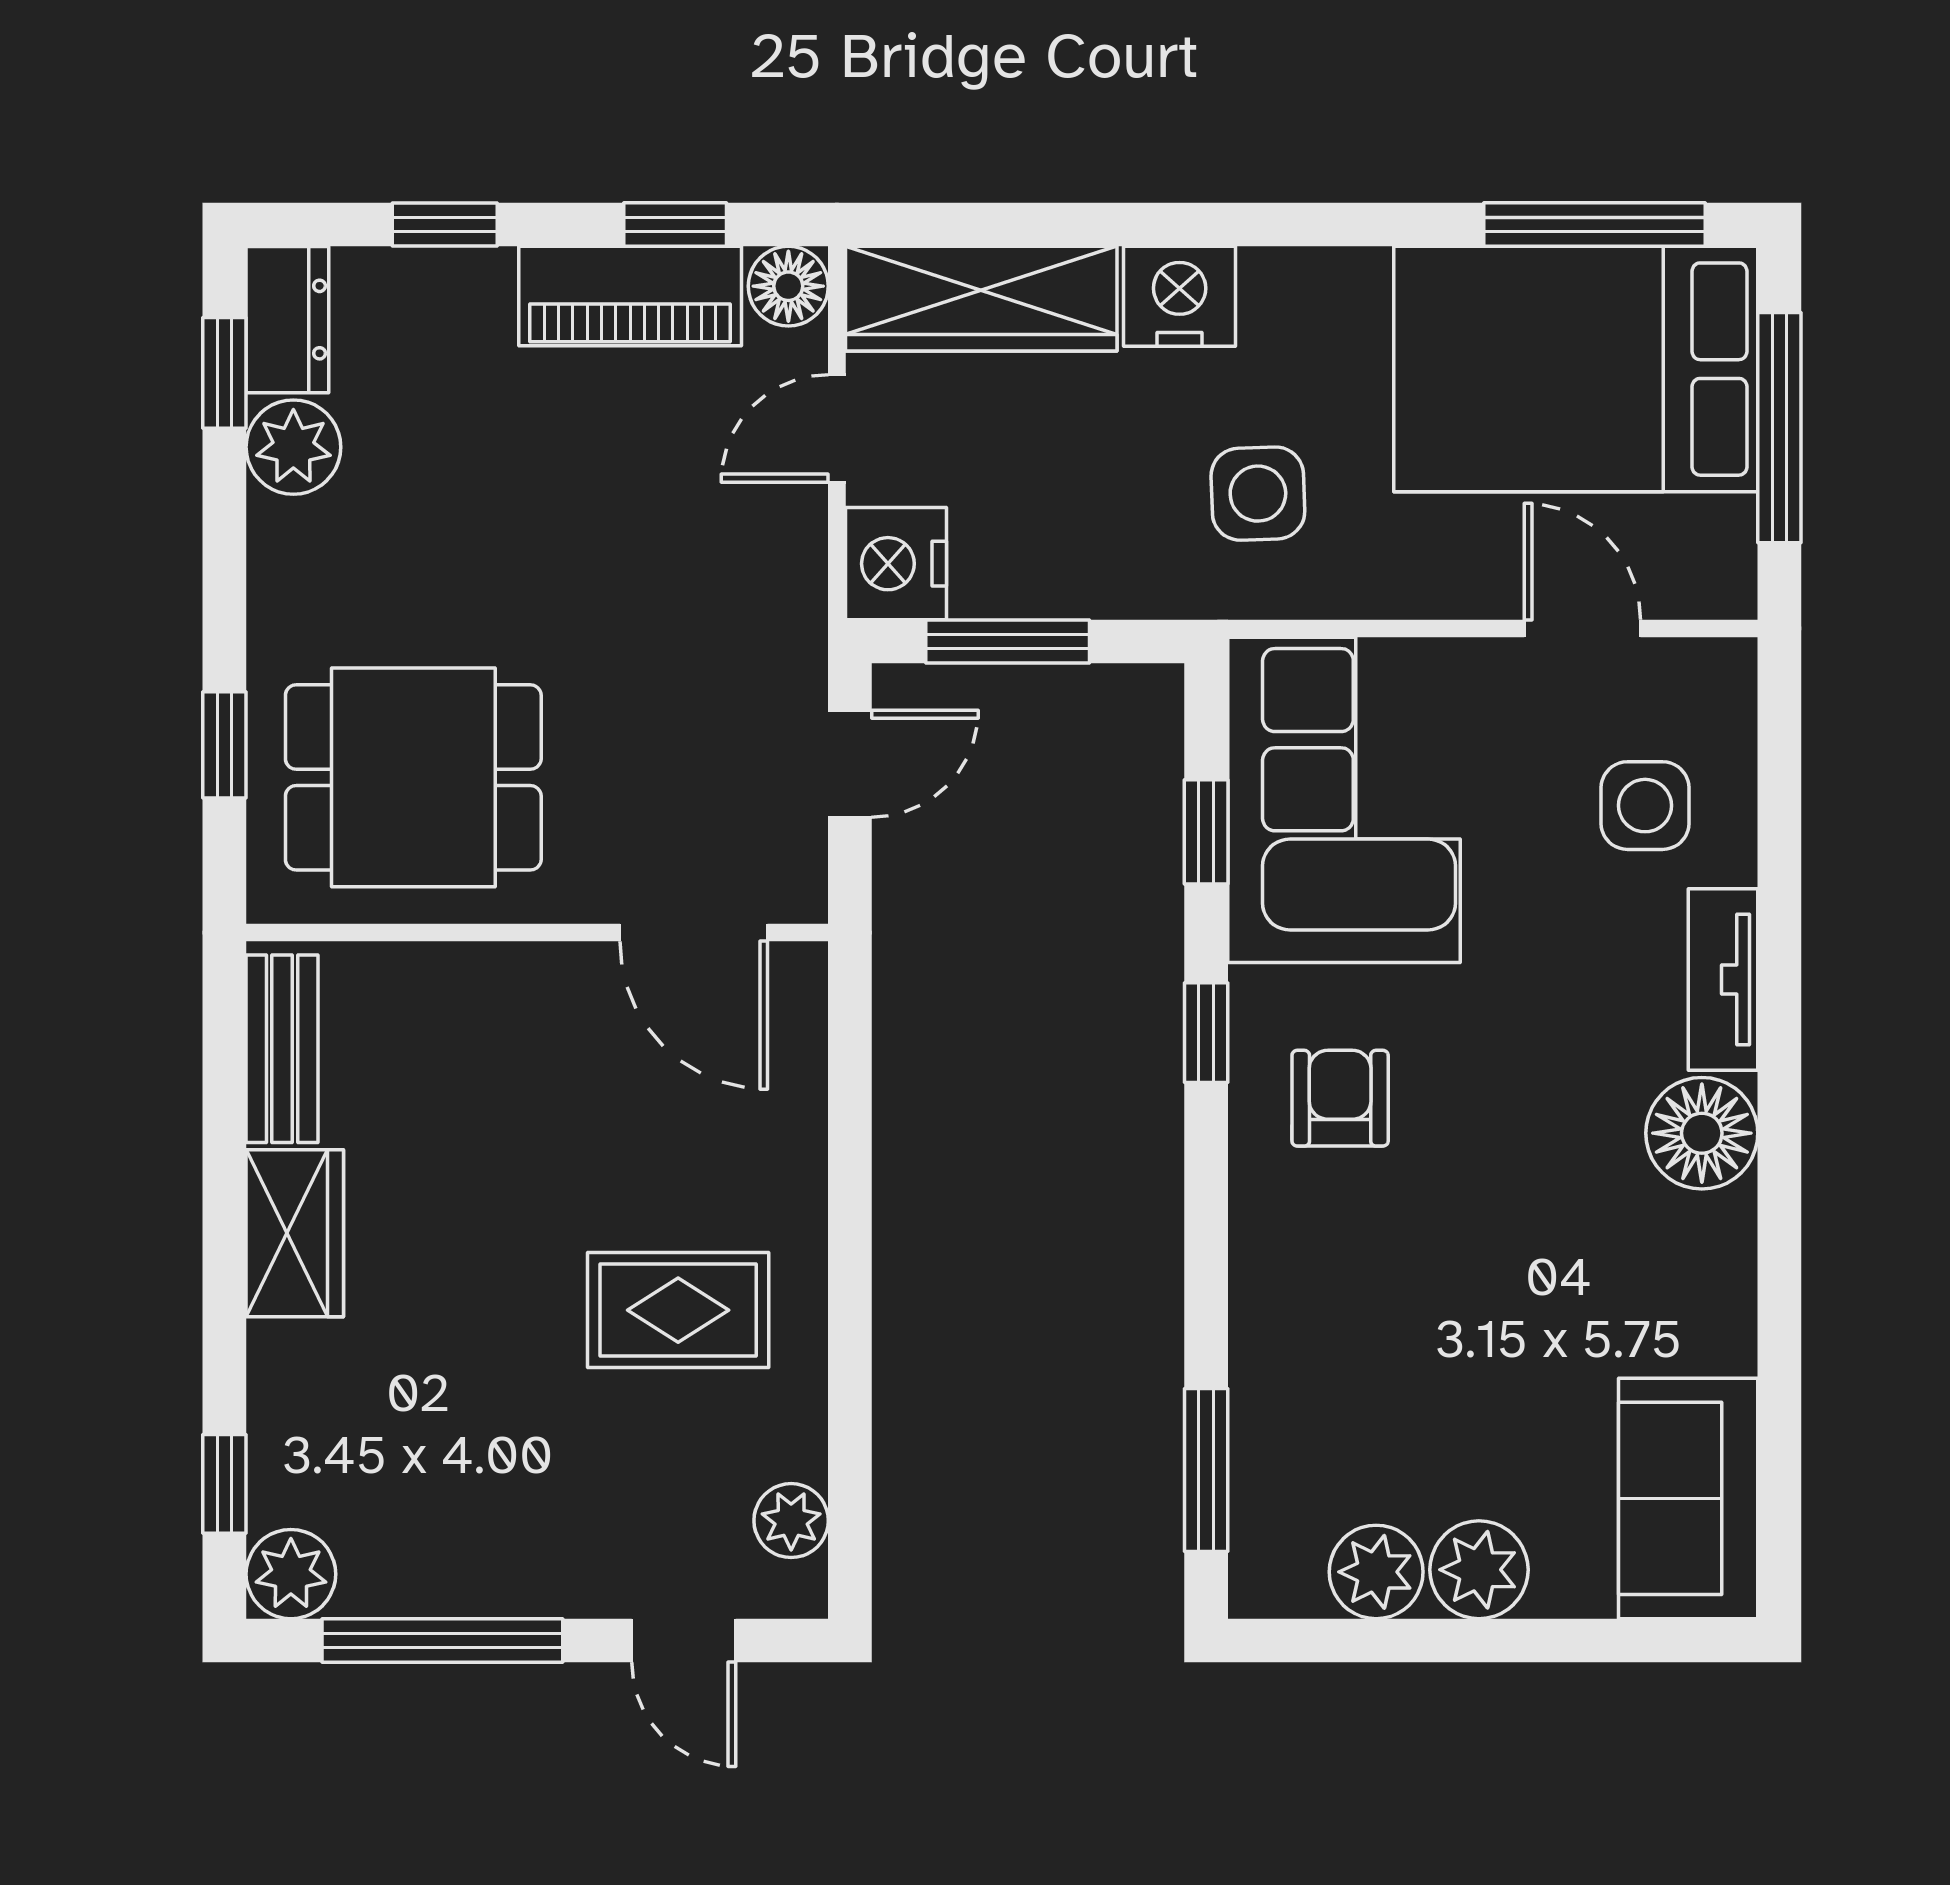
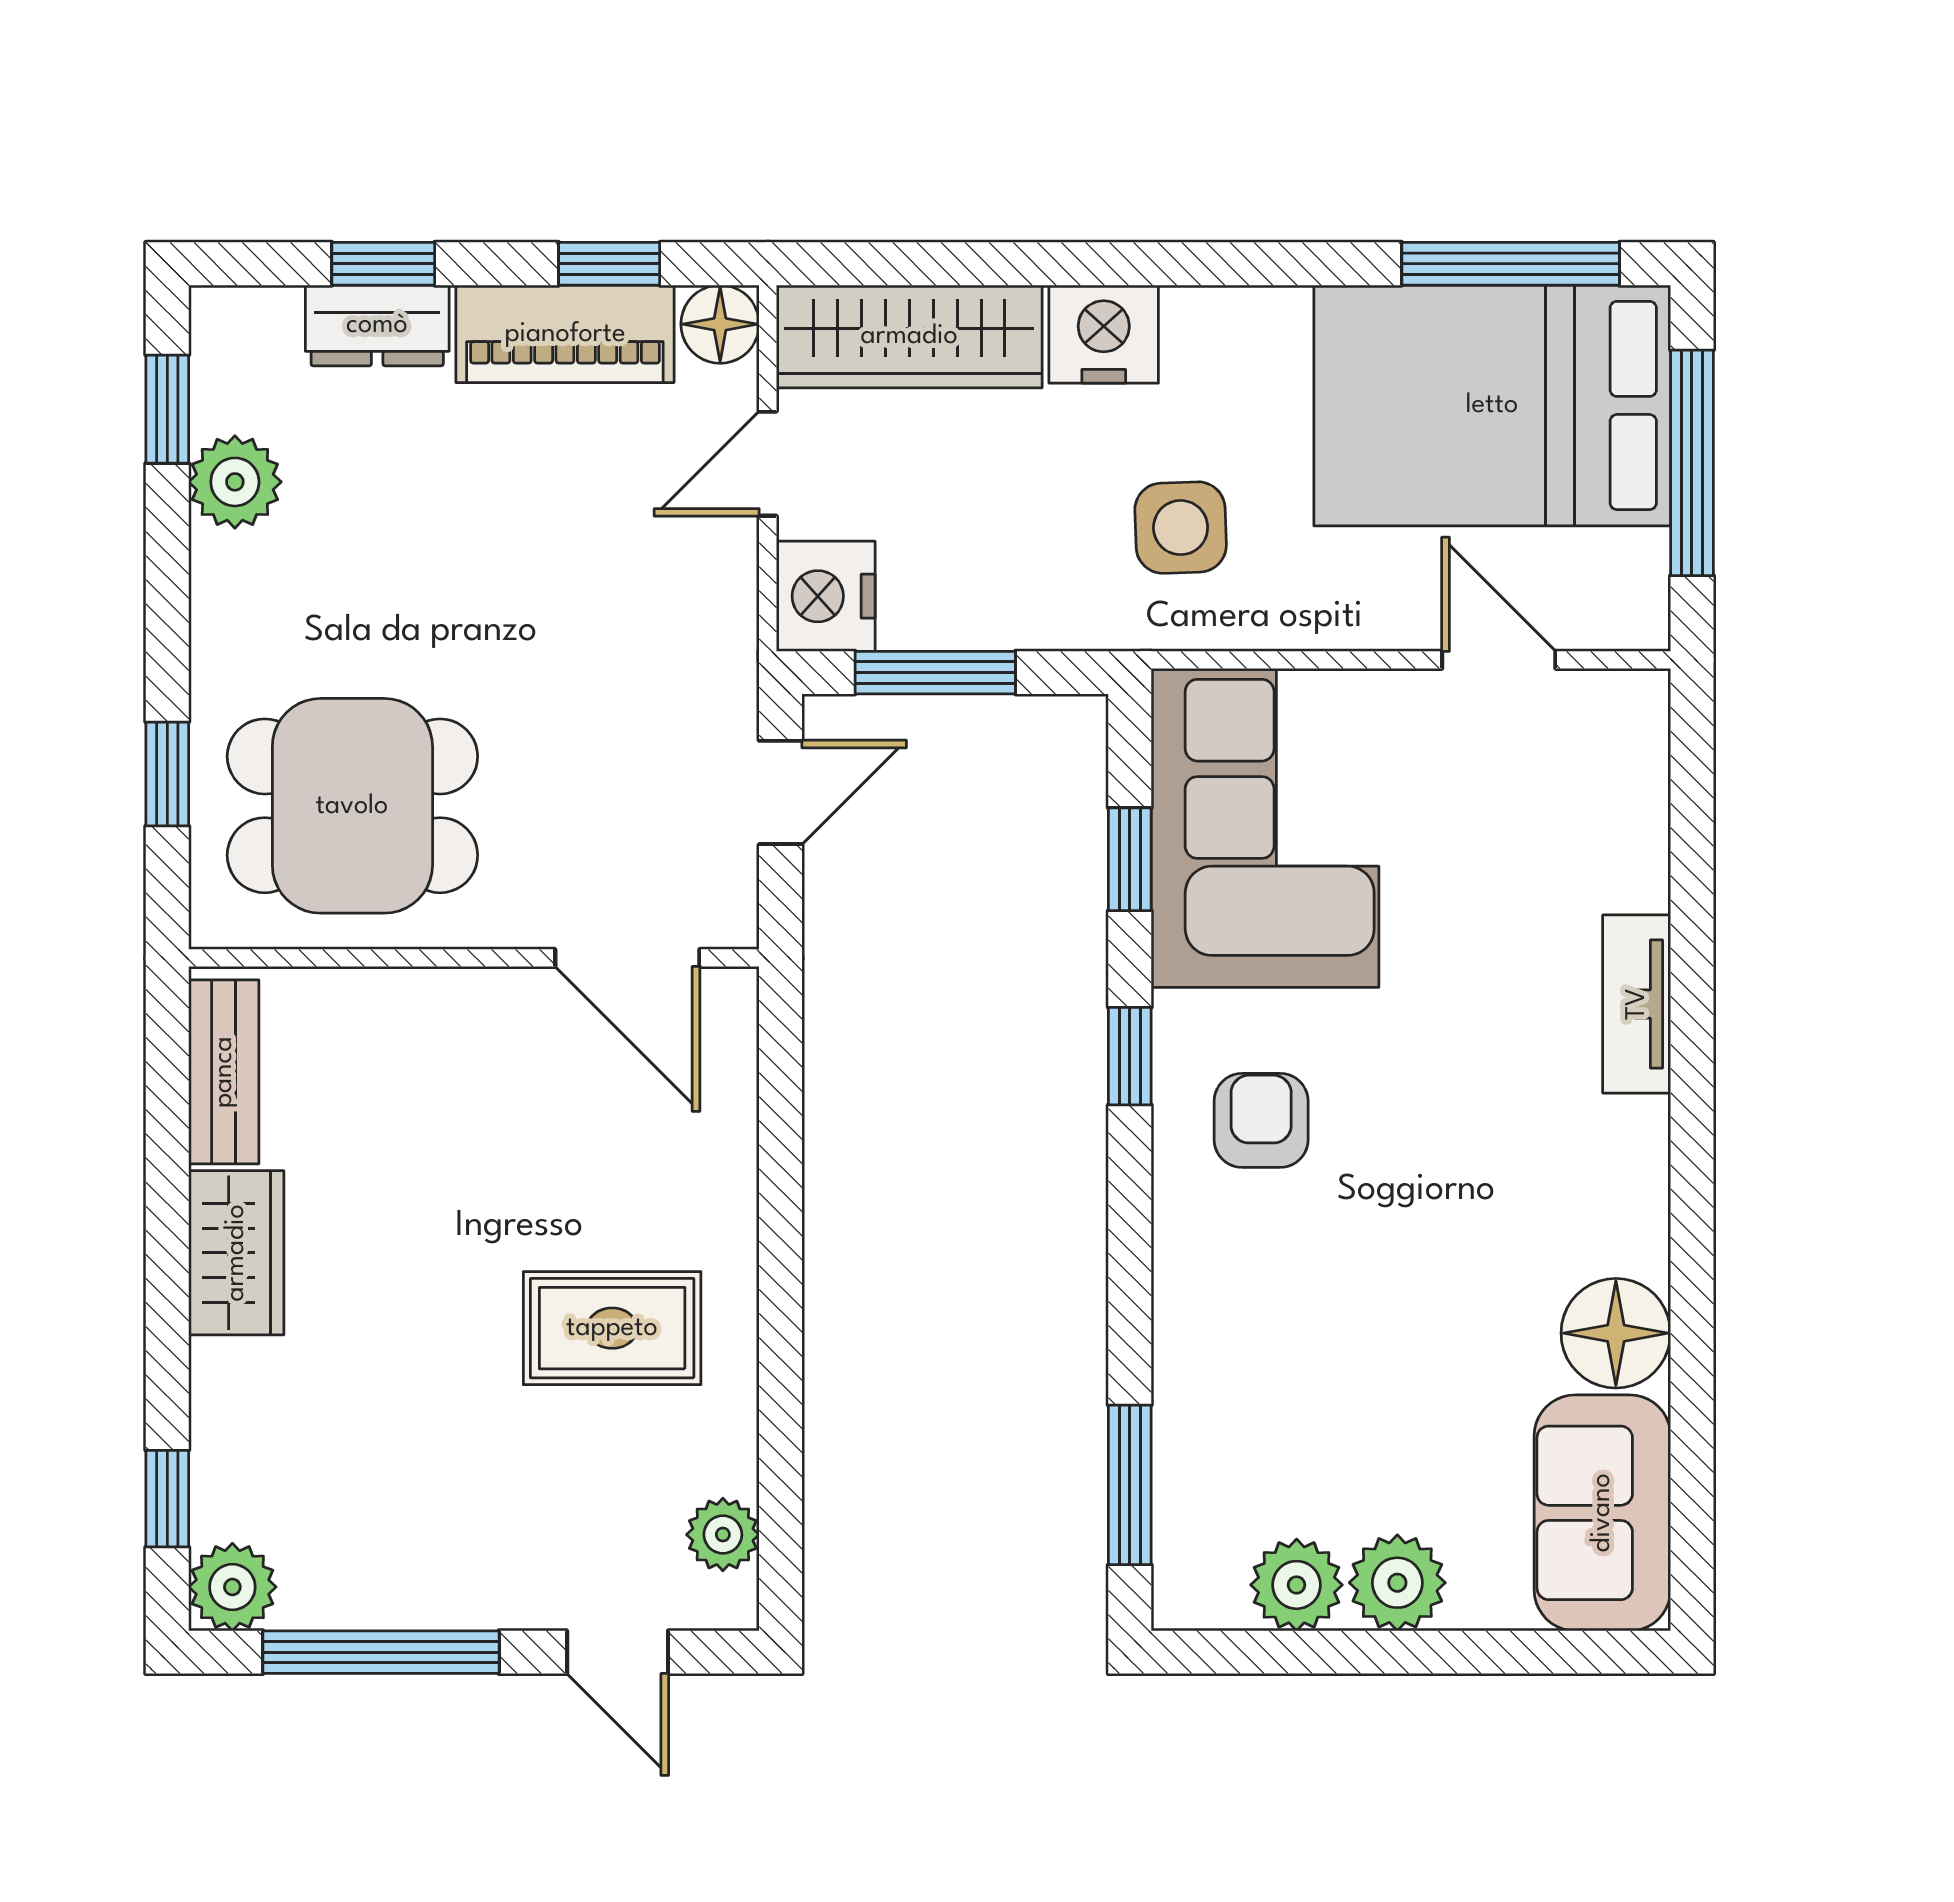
dresser: (287, 320) -> (377, 325), moved, turned 90
side table: (1645, 806) -> (1560, 833), removed
floor lamp: (1702, 1133) -> (1616, 1333), moved

